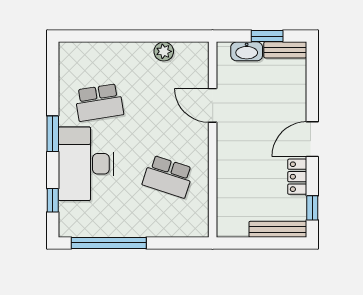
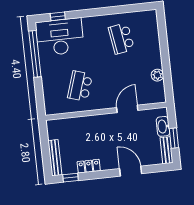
window: (53, 134) -> (99, 12), removed
door: (312, 139) -> (131, 171), moved
desk: (86, 164) -> (60, 37), moved

